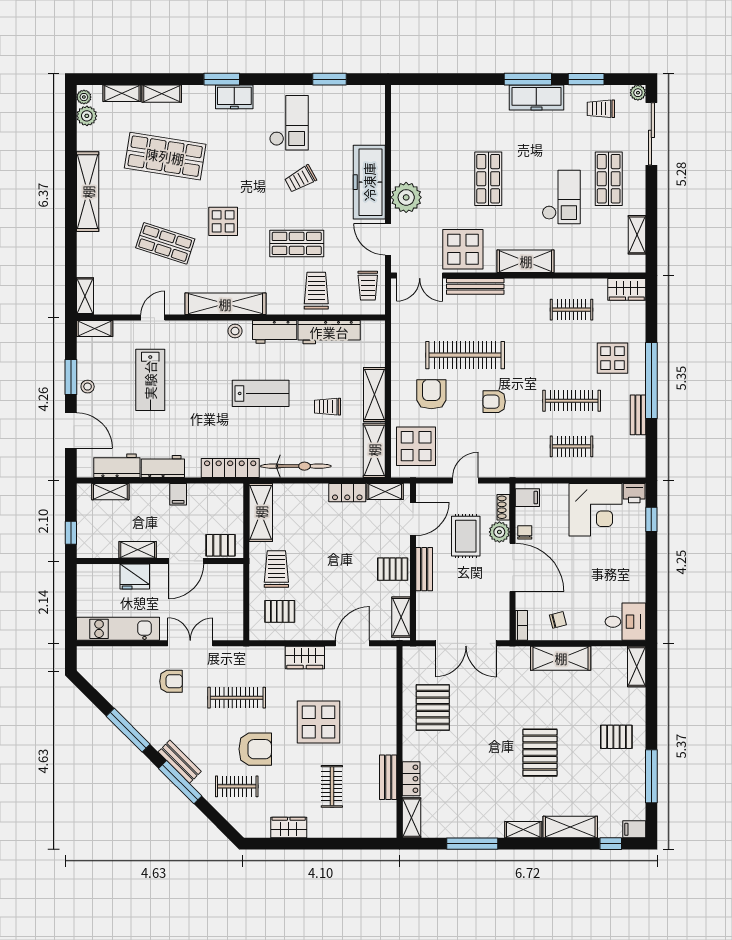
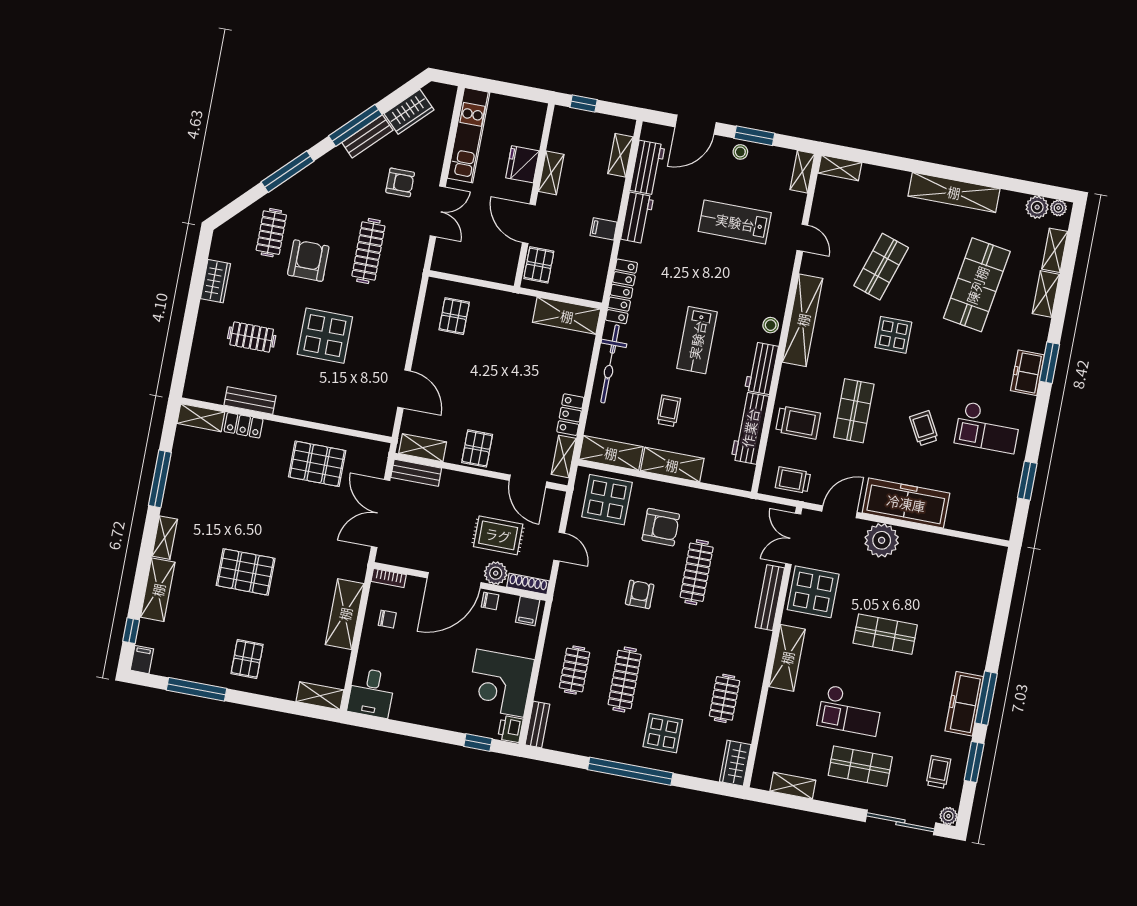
clothes rail: (465, 355) -> (697, 572), width x0.73, depth x0.76
bench: (638, 415) -> (537, 725), moved, turned 90
shoe rack: (503, 507) -> (528, 584), width x1.43
trolley: (276, 569) -> (501, 321), removed
bench: (424, 569) -> (416, 473), moved
chair: (558, 620) -> (387, 619), turned -76
wardrobe: (305, 658) -> (409, 112), moved, turned -135
armchair: (171, 681) -> (400, 182), turned -90
armchair: (255, 749) -> (308, 261), turned 180
bench: (180, 762) -> (367, 136), moved

